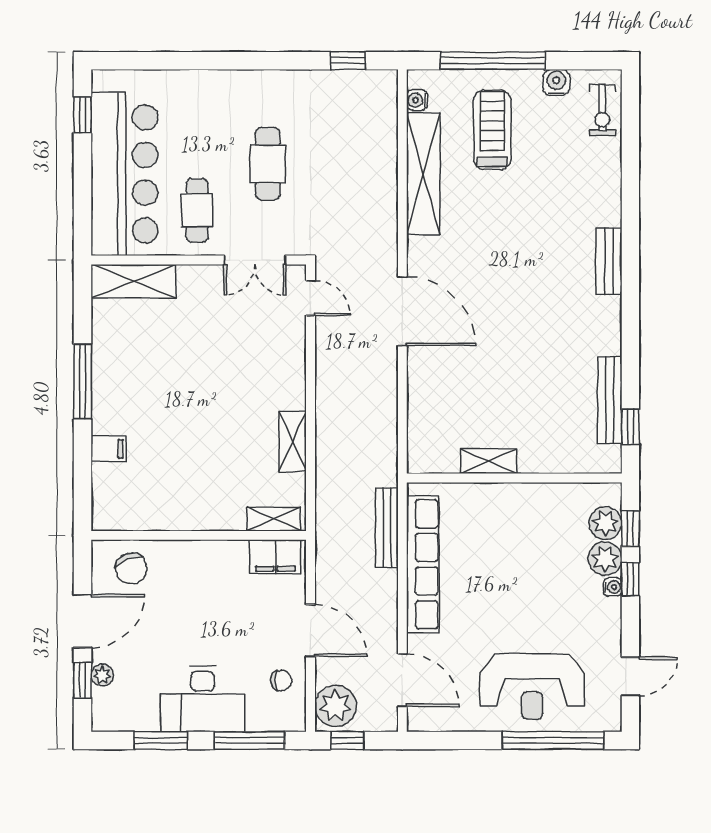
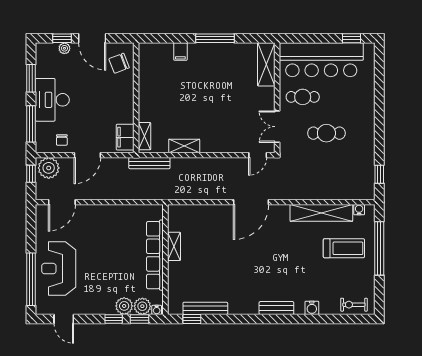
water cooler: (556, 83) -> (312, 308), moved, turned 90
bench: (387, 528) -> (149, 163), moved
row of seats: (423, 564) -> (155, 255), moved, turned 90
water cooler: (613, 587) -> (157, 310), moved

